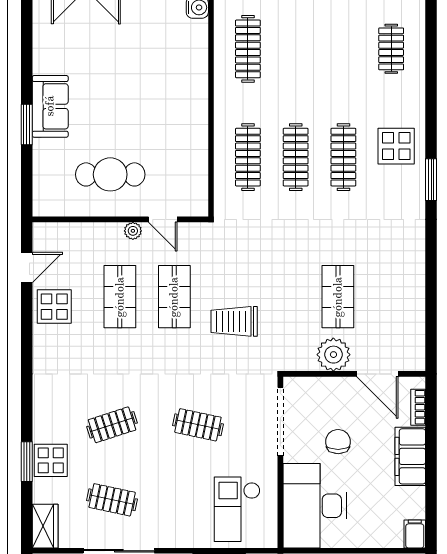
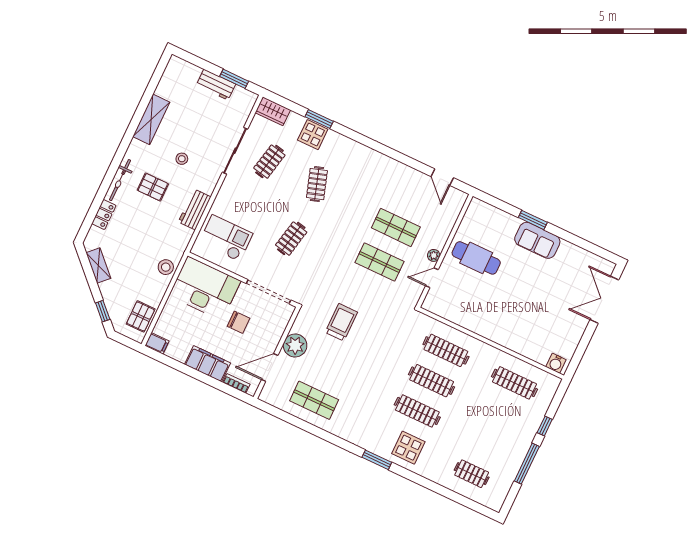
cafe table: (110, 174) -> (476, 258), turned 90
shop shelf: (338, 297) -> (314, 400), moved
display table: (54, 307) -> (409, 183), removed
trolley: (234, 321) -> (341, 322), moved

